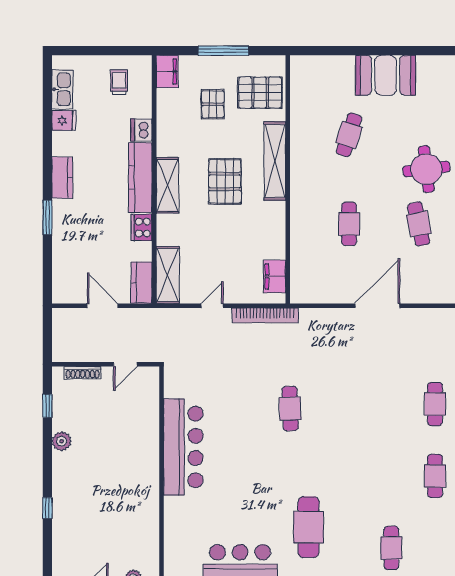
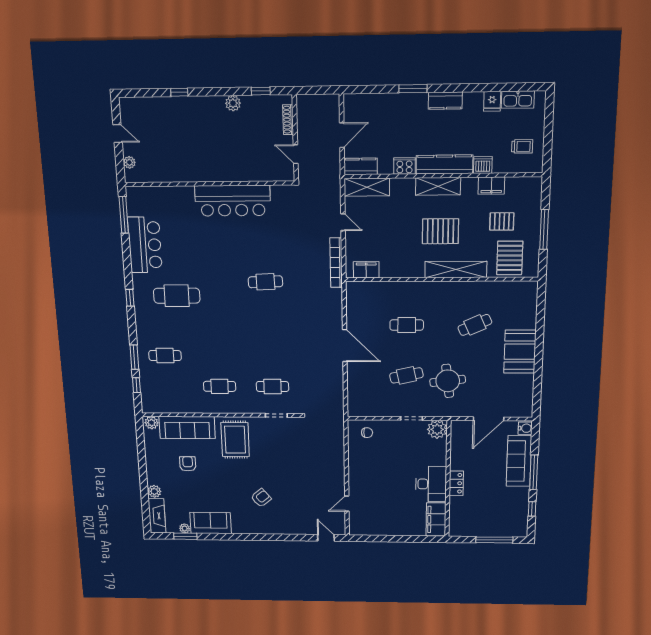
filing cabinet: (167, 72) -> (491, 186), moved
cafe table: (349, 135) -> (475, 325), turned -42

